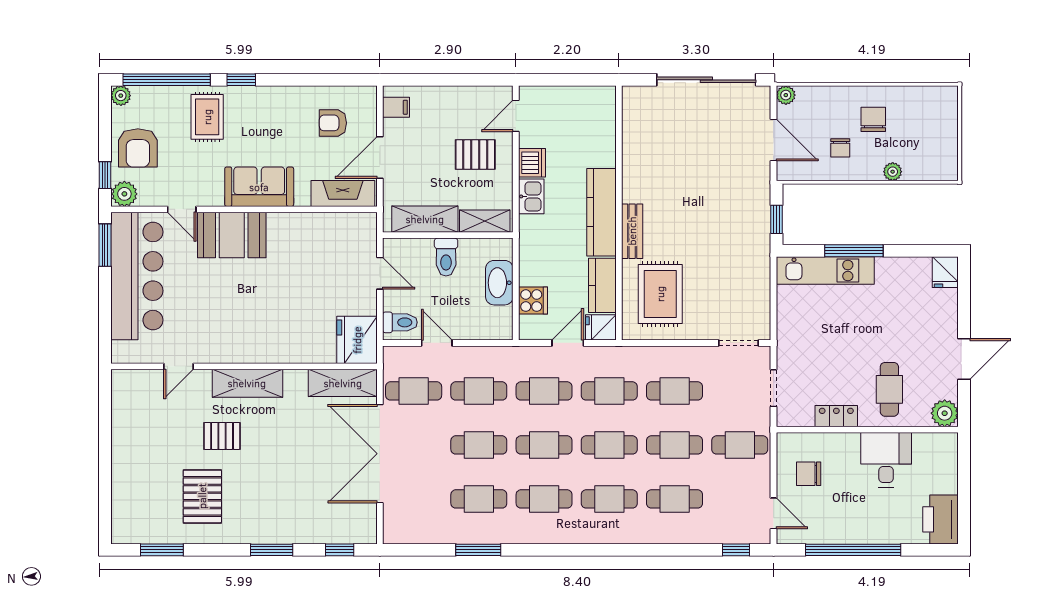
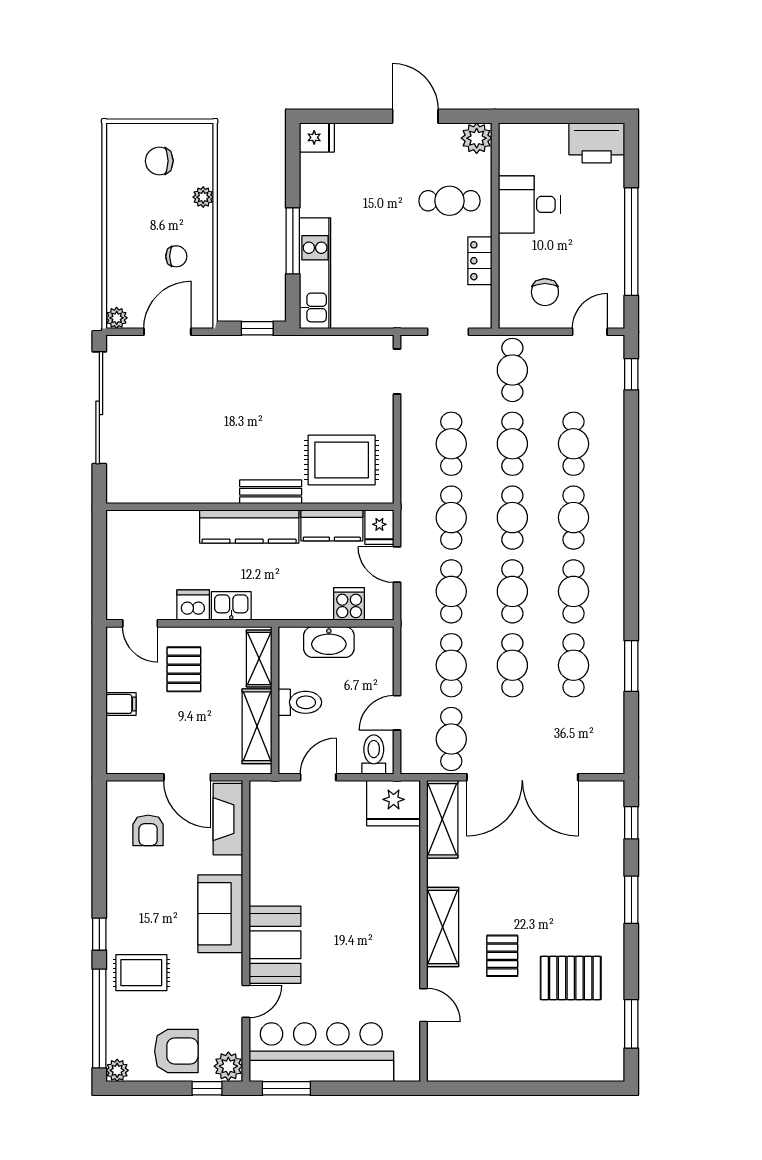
filing cabinet: (396, 107) -> (121, 704), moved, turned 90
chair: (873, 119) -> (159, 161), moved

